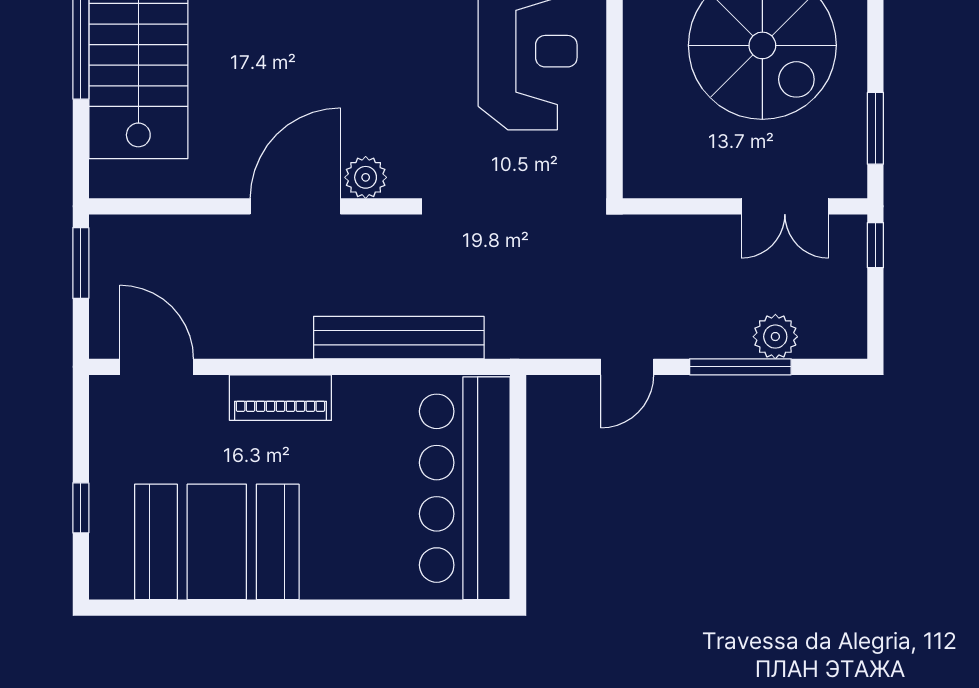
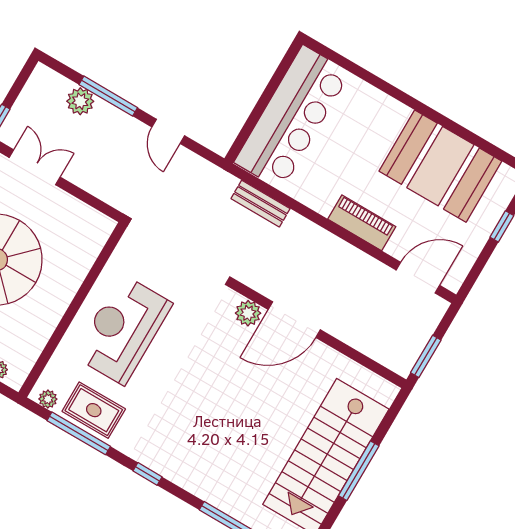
bench: (399, 338) -> (261, 204), width x0.54, depth x0.82
door: (157, 367) -> (418, 278), swing flipped
door: (627, 367) -> (168, 131), swing flipped

